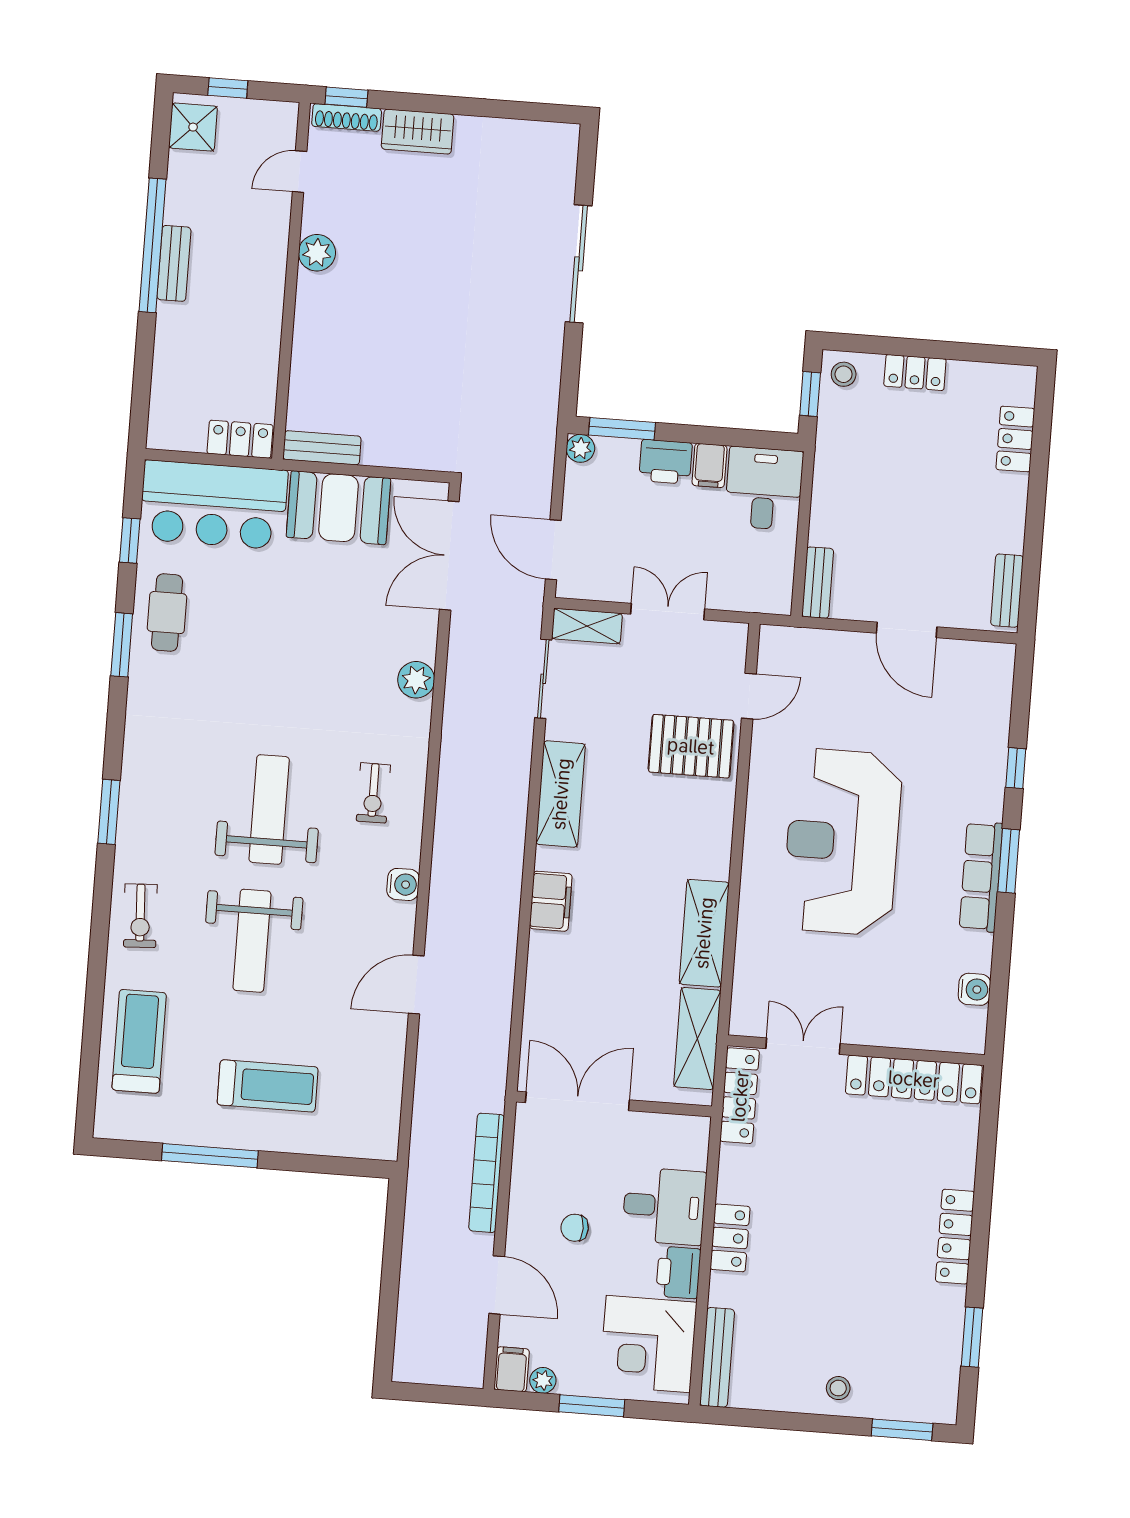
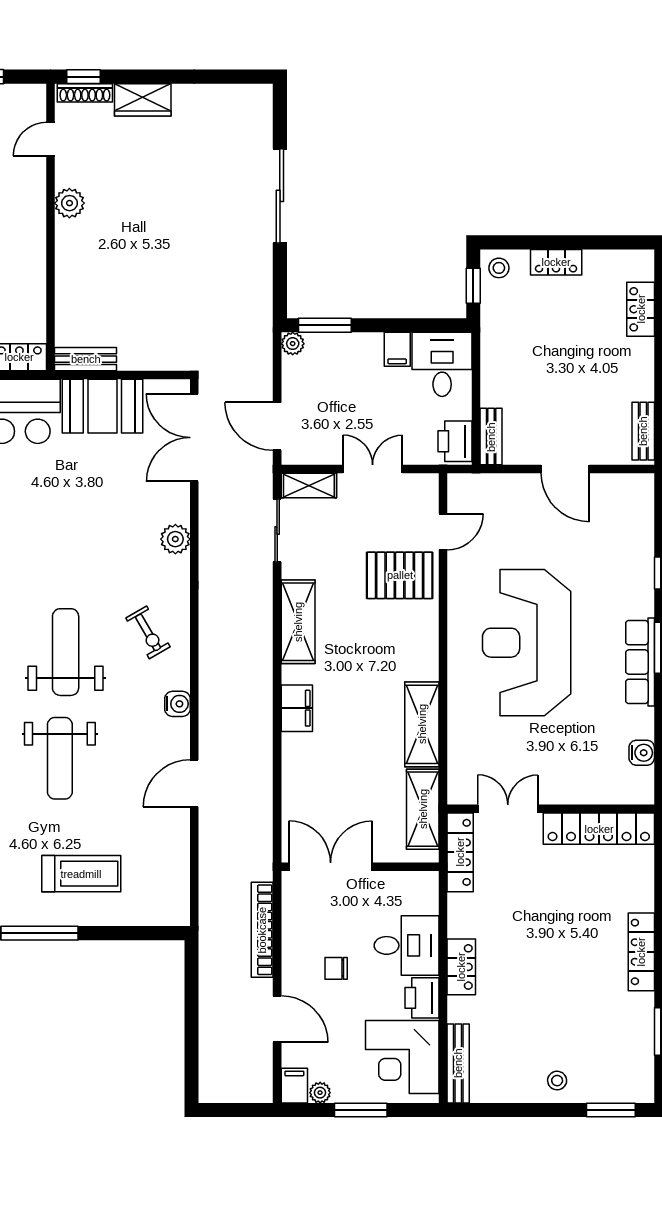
printer: (666, 462) -> (455, 441), moved, turned 90
exercise bike: (373, 793) -> (148, 632), turned -30

